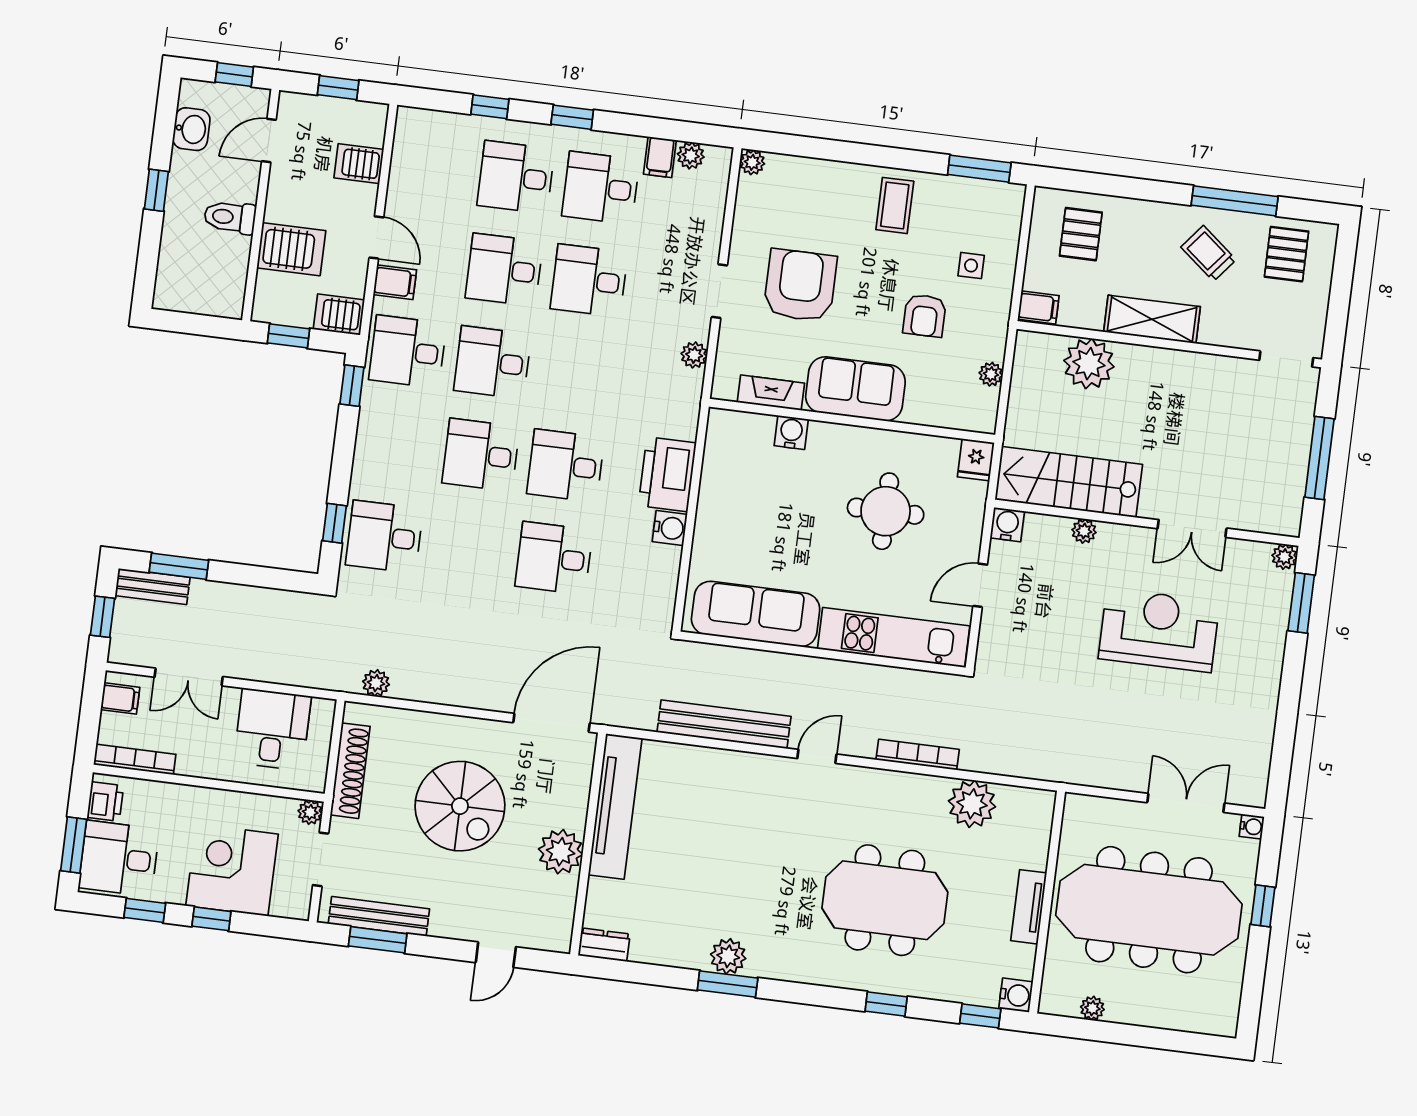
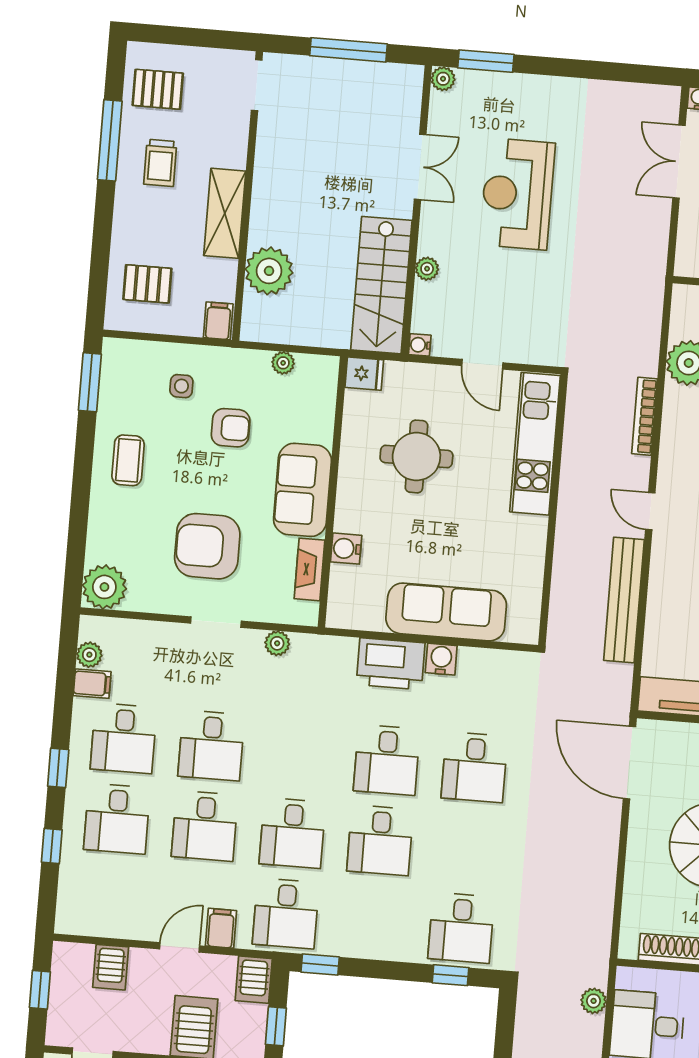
plant: (752, 162) -> (104, 587), width x1.87, depth x1.87
coffee table: (895, 205) -> (128, 460), turned 90
trolley: (1208, 253) -> (160, 163), turned -39
water cooler: (1007, 525) -> (420, 345), width x0.72, depth x0.72
sofa: (756, 614) -> (446, 612), moved, turned 90
plant: (376, 683) -> (594, 1001), moved

